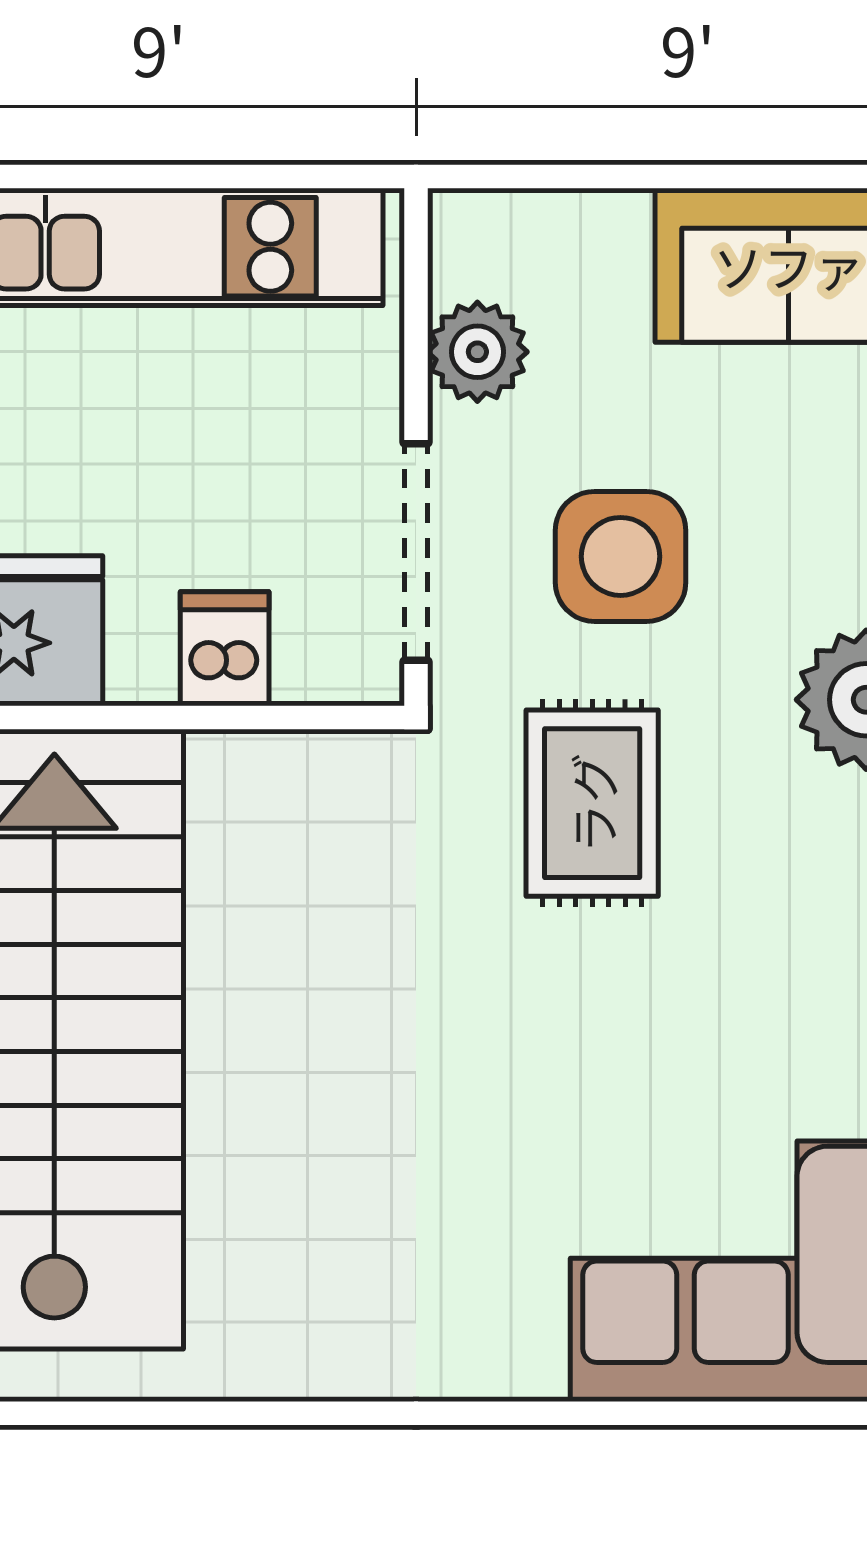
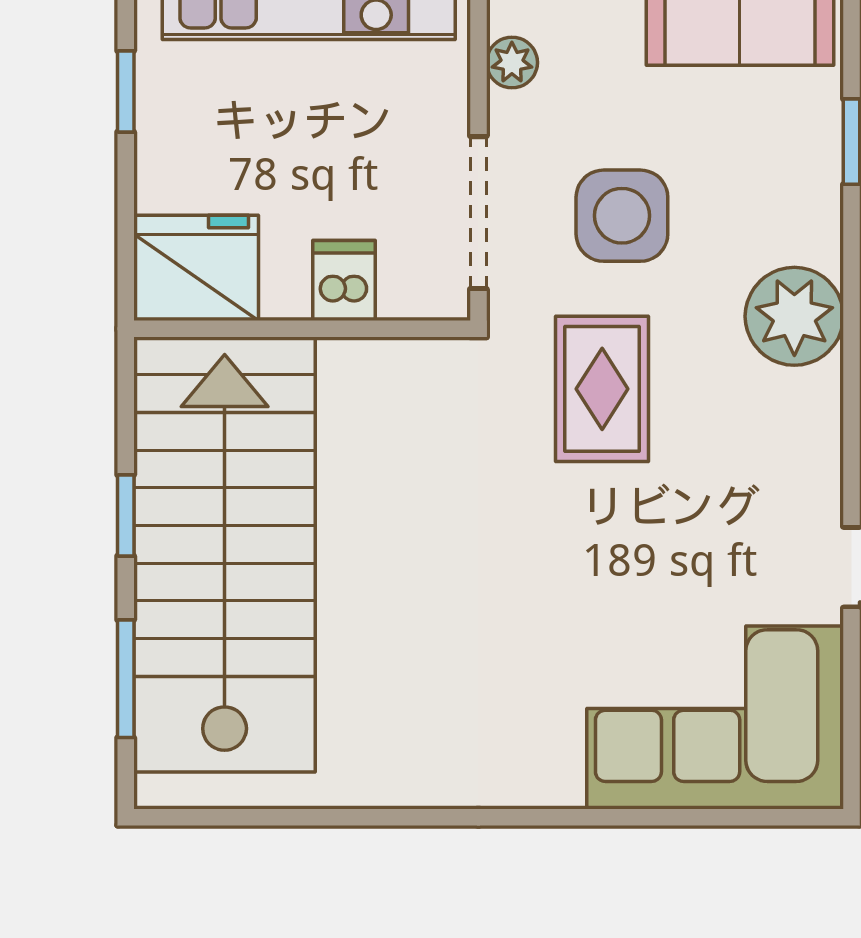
plant: (477, 352) -> (512, 63), width x0.73, depth x0.73

